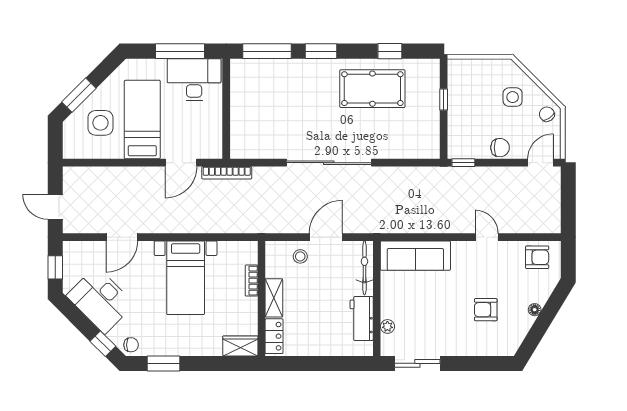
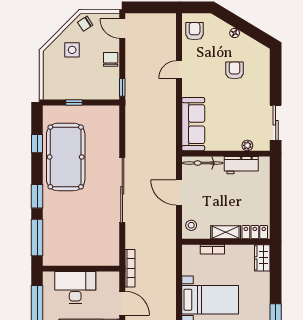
desk: (194, 80) -> (75, 288), moved, turned 90
pool table: (372, 89) -> (66, 157), width x1.36, depth x1.32
stool: (300, 256) -> (191, 225), moved
armchair: (486, 310) -> (235, 70), turned 180

